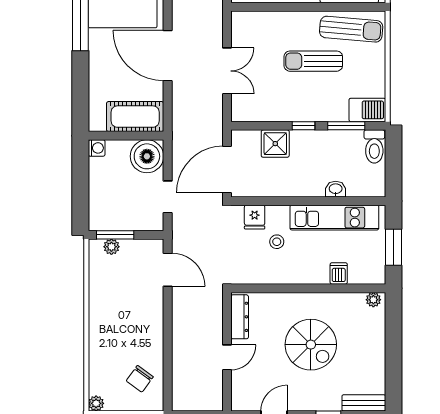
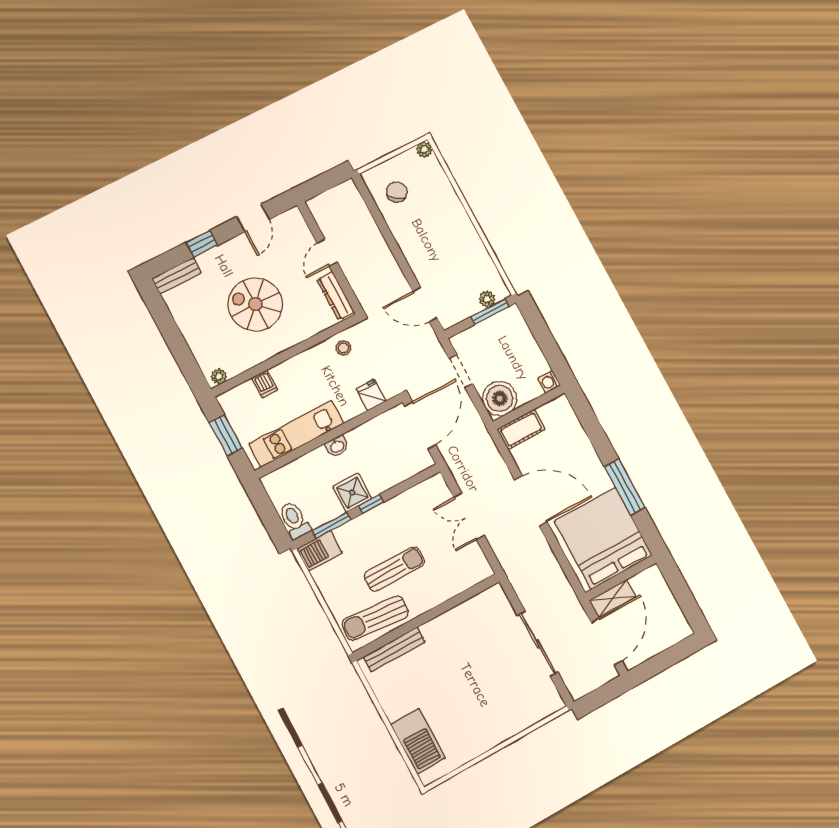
cot: (135, 117) -> (521, 429), width x0.73, depth x0.75
shower: (275, 144) -> (352, 493), moved
washbasin: (336, 189) -> (337, 446), moved
stool: (277, 242) -> (343, 348), moved

